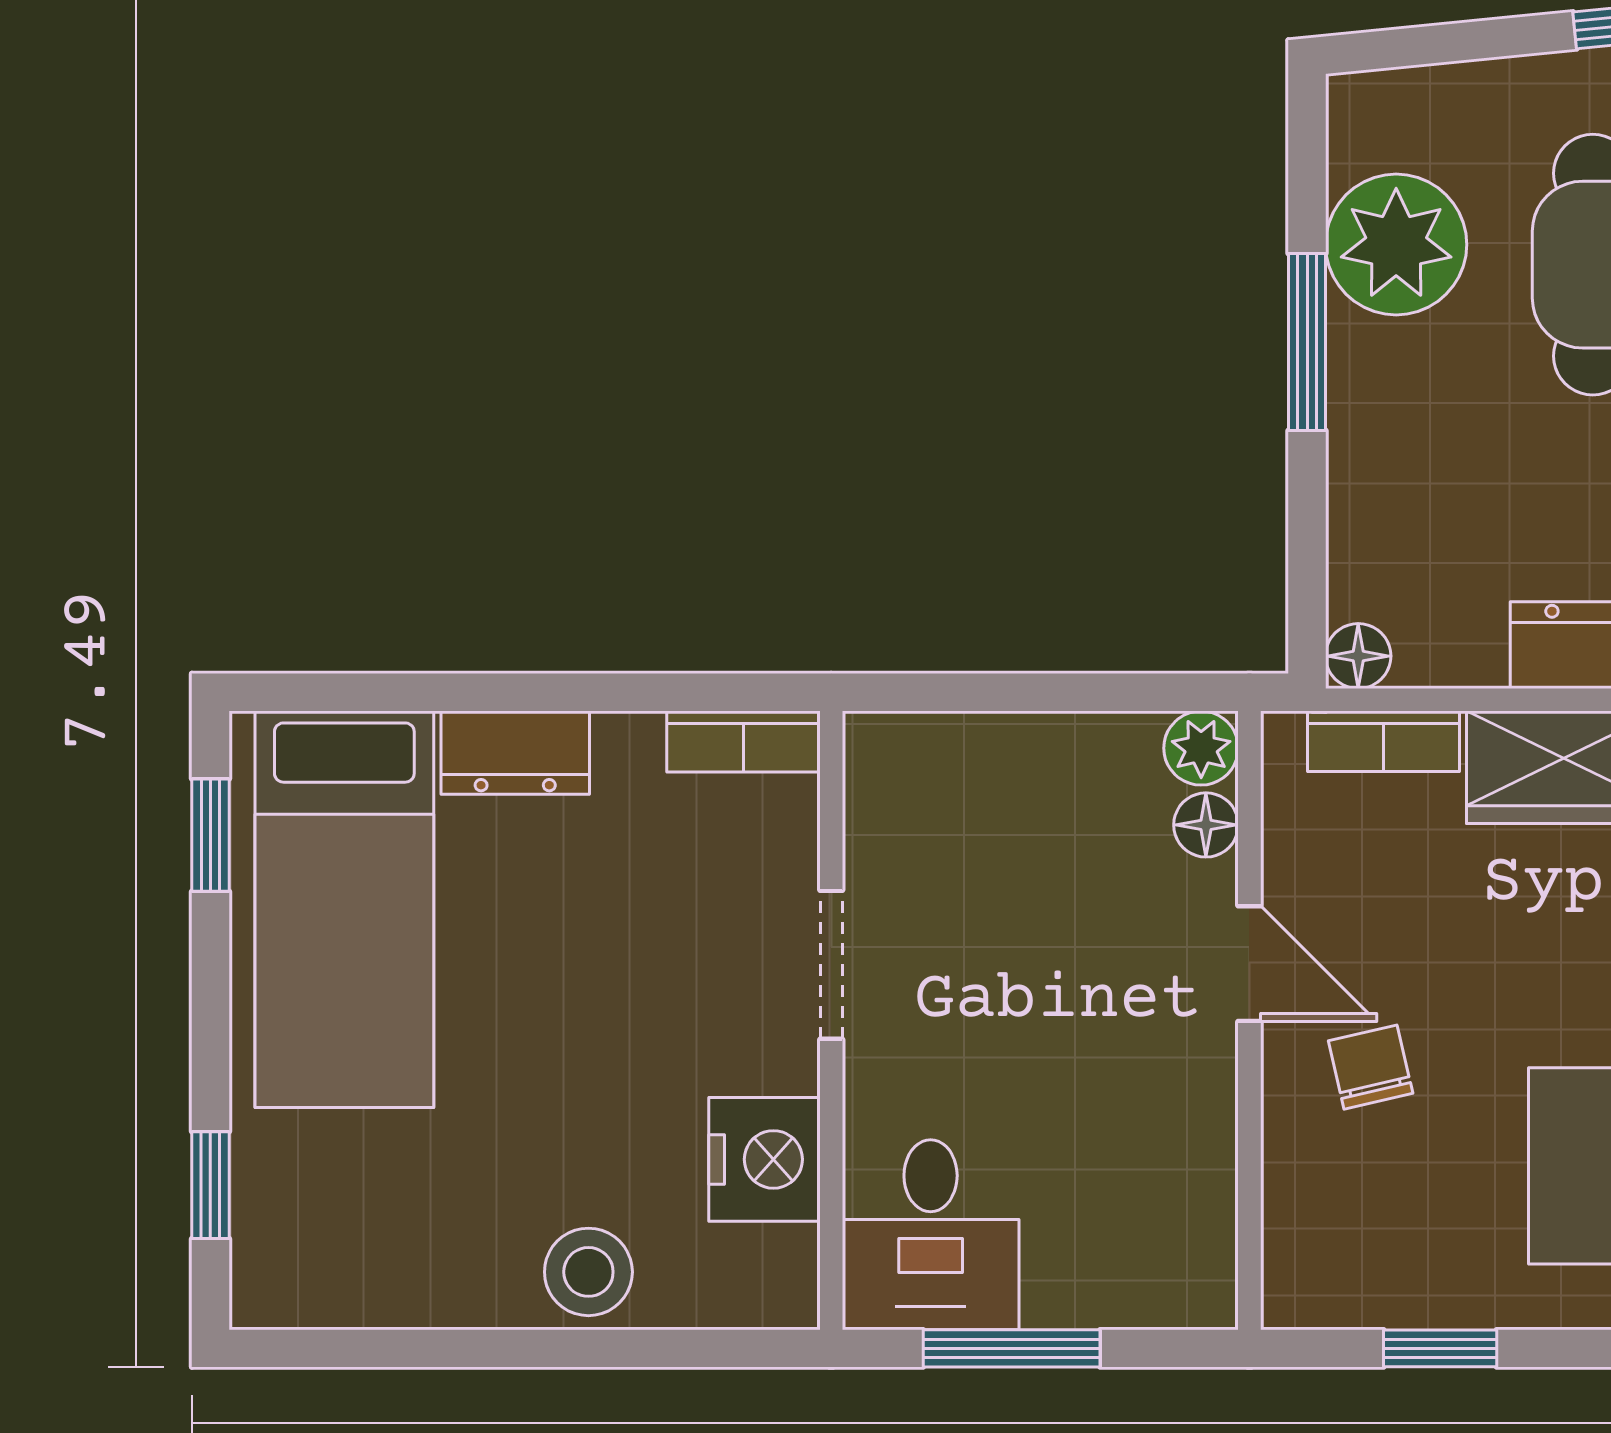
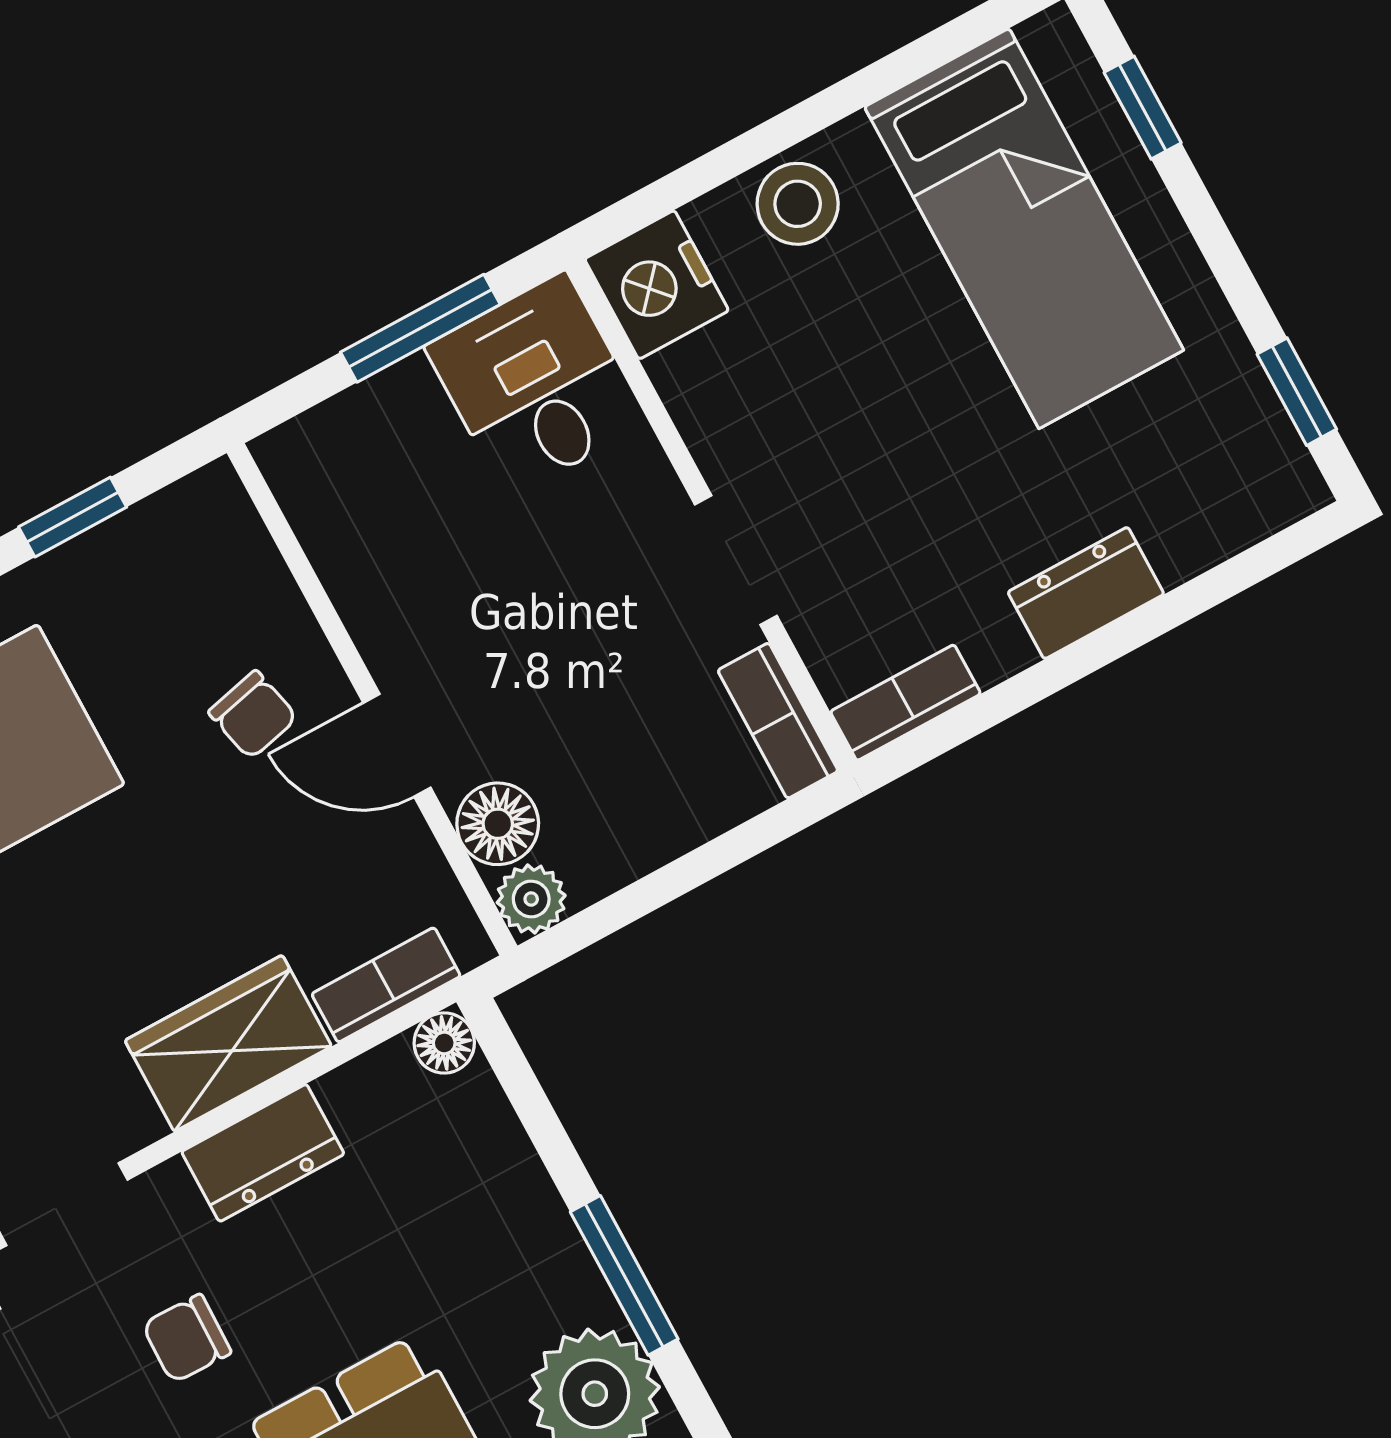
bookcase: (874, 790) -> (778, 721), added
floor lamp: (1206, 825) -> (498, 824), width x1.37, depth x1.37
bed: (344, 909) -> (1024, 228), moved, turned 180
nightstand: (764, 1159) -> (657, 285), moved

